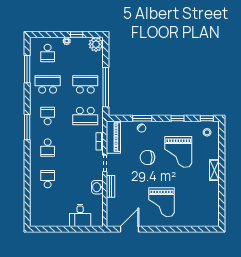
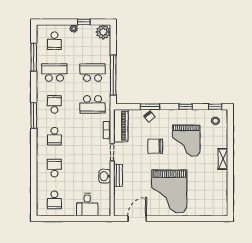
grand piano: (161, 202) -> (169, 191), width x1.37, depth x1.48
school desk: (48, 211) -> (54, 200), added

